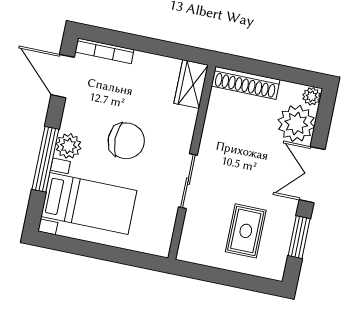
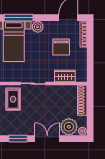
wardrobe: (191, 84) -> (65, 76), moved
chair: (126, 141) -> (61, 47), moved
window: (45, 159) -> (19, 18), moved
rug: (246, 231) -> (13, 99), moved, turned 90

